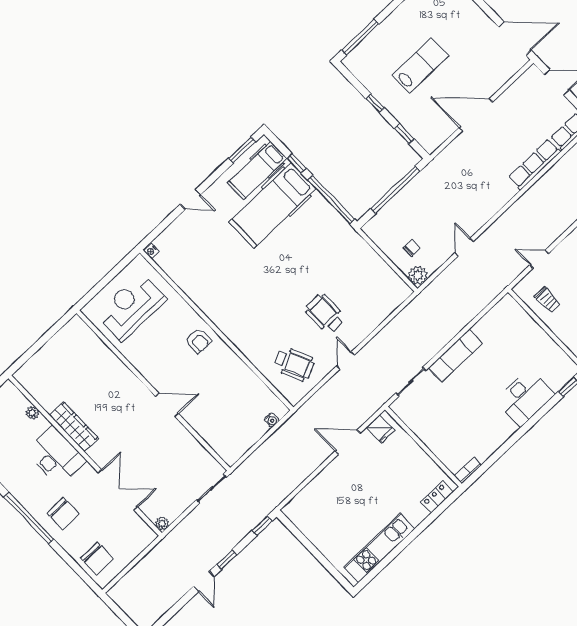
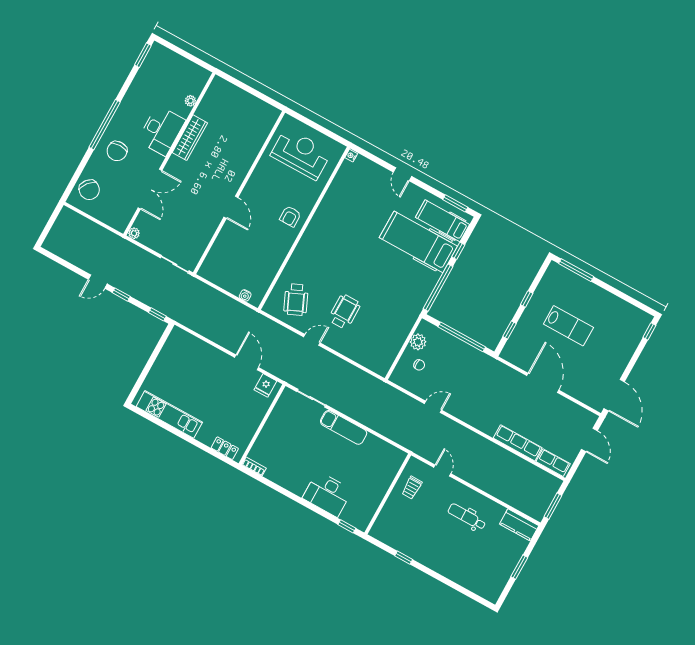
plant: (418, 275) -> (418, 342), moved
chair: (97, 559) -> (89, 190), turned -51

